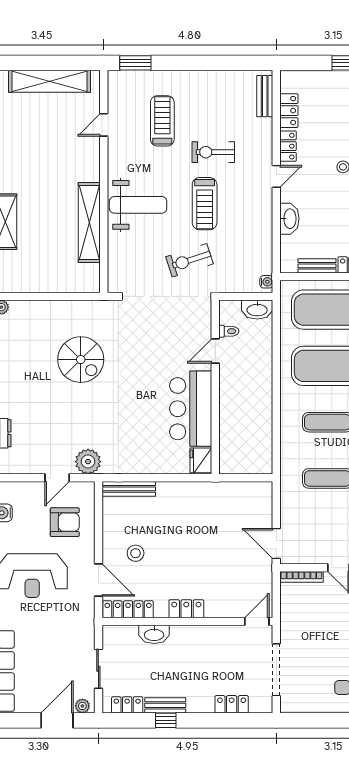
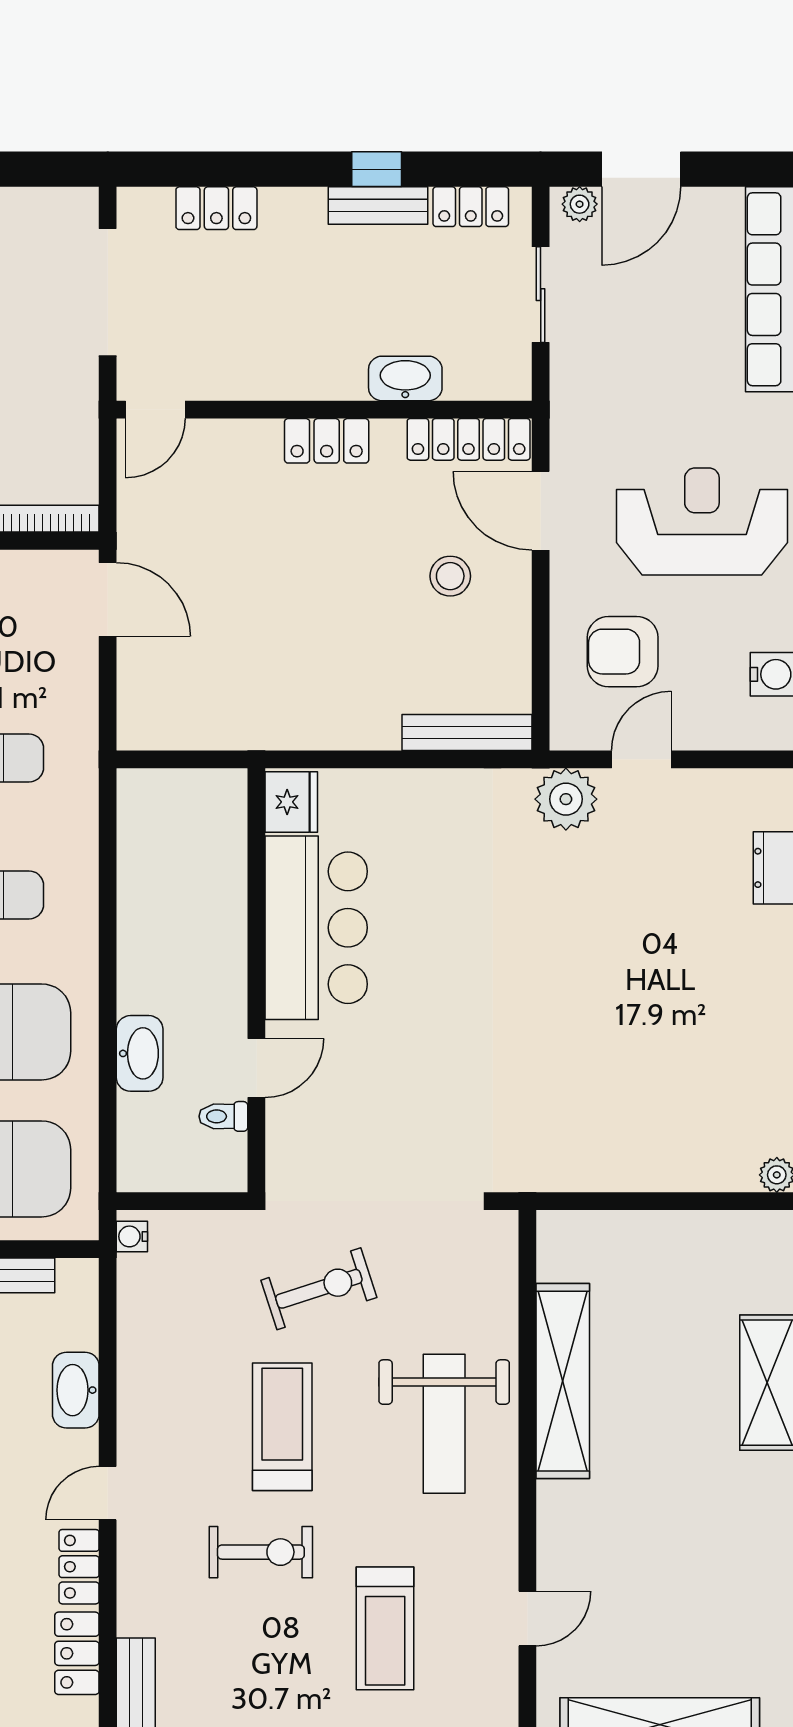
weight bench: (138, 205) -> (444, 1424), turned -90
washbasin: (257, 310) -> (140, 1053), moved, turned 90
spiral stairs: (81, 360) -> (584, 1047), removed

